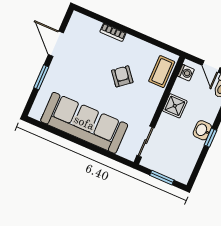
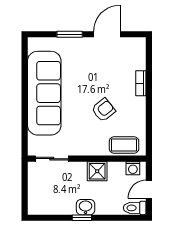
window: (162, 178) -> (25, 188), removed

